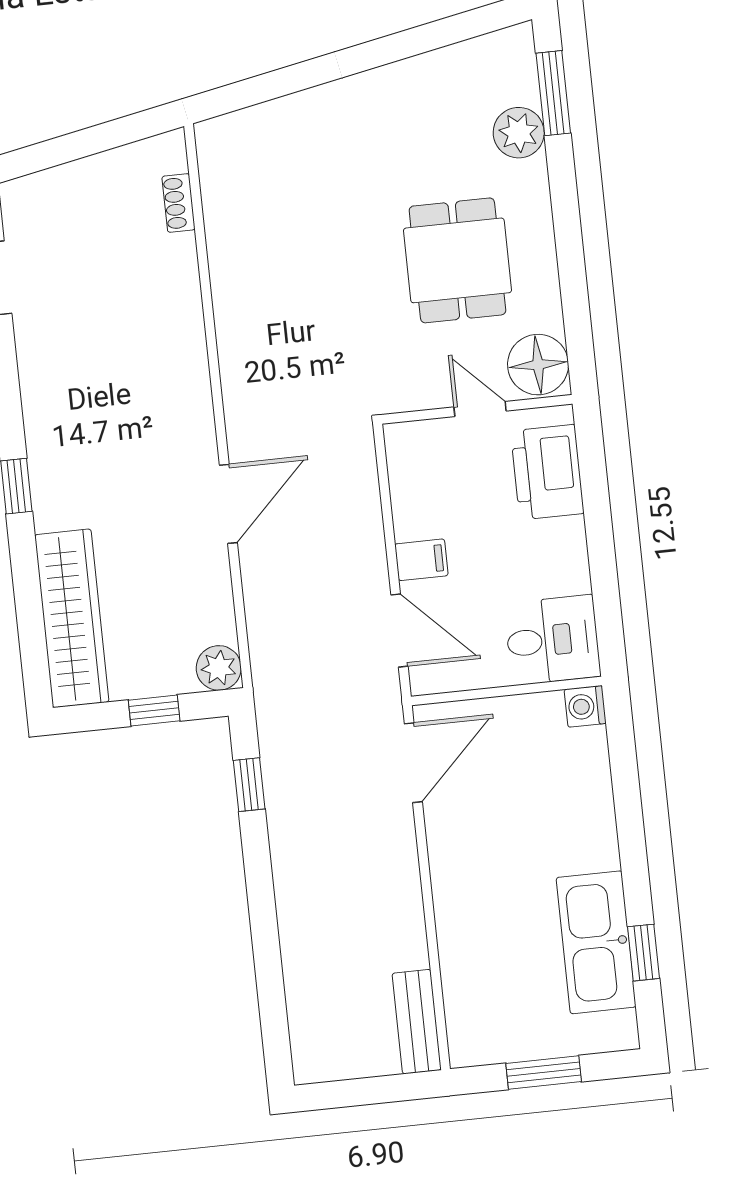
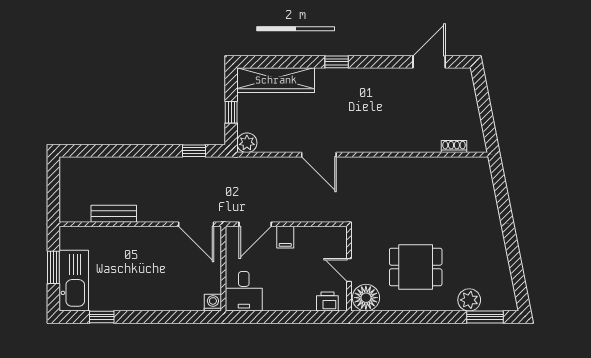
door: (480, 409) -> (349, 270), swing flipped
printer: (547, 472) -> (327, 301), width x0.53, depth x0.68
kitchen sink: (596, 942) -> (74, 281), moved, turned 90
bench: (417, 1022) -> (114, 214), moved

